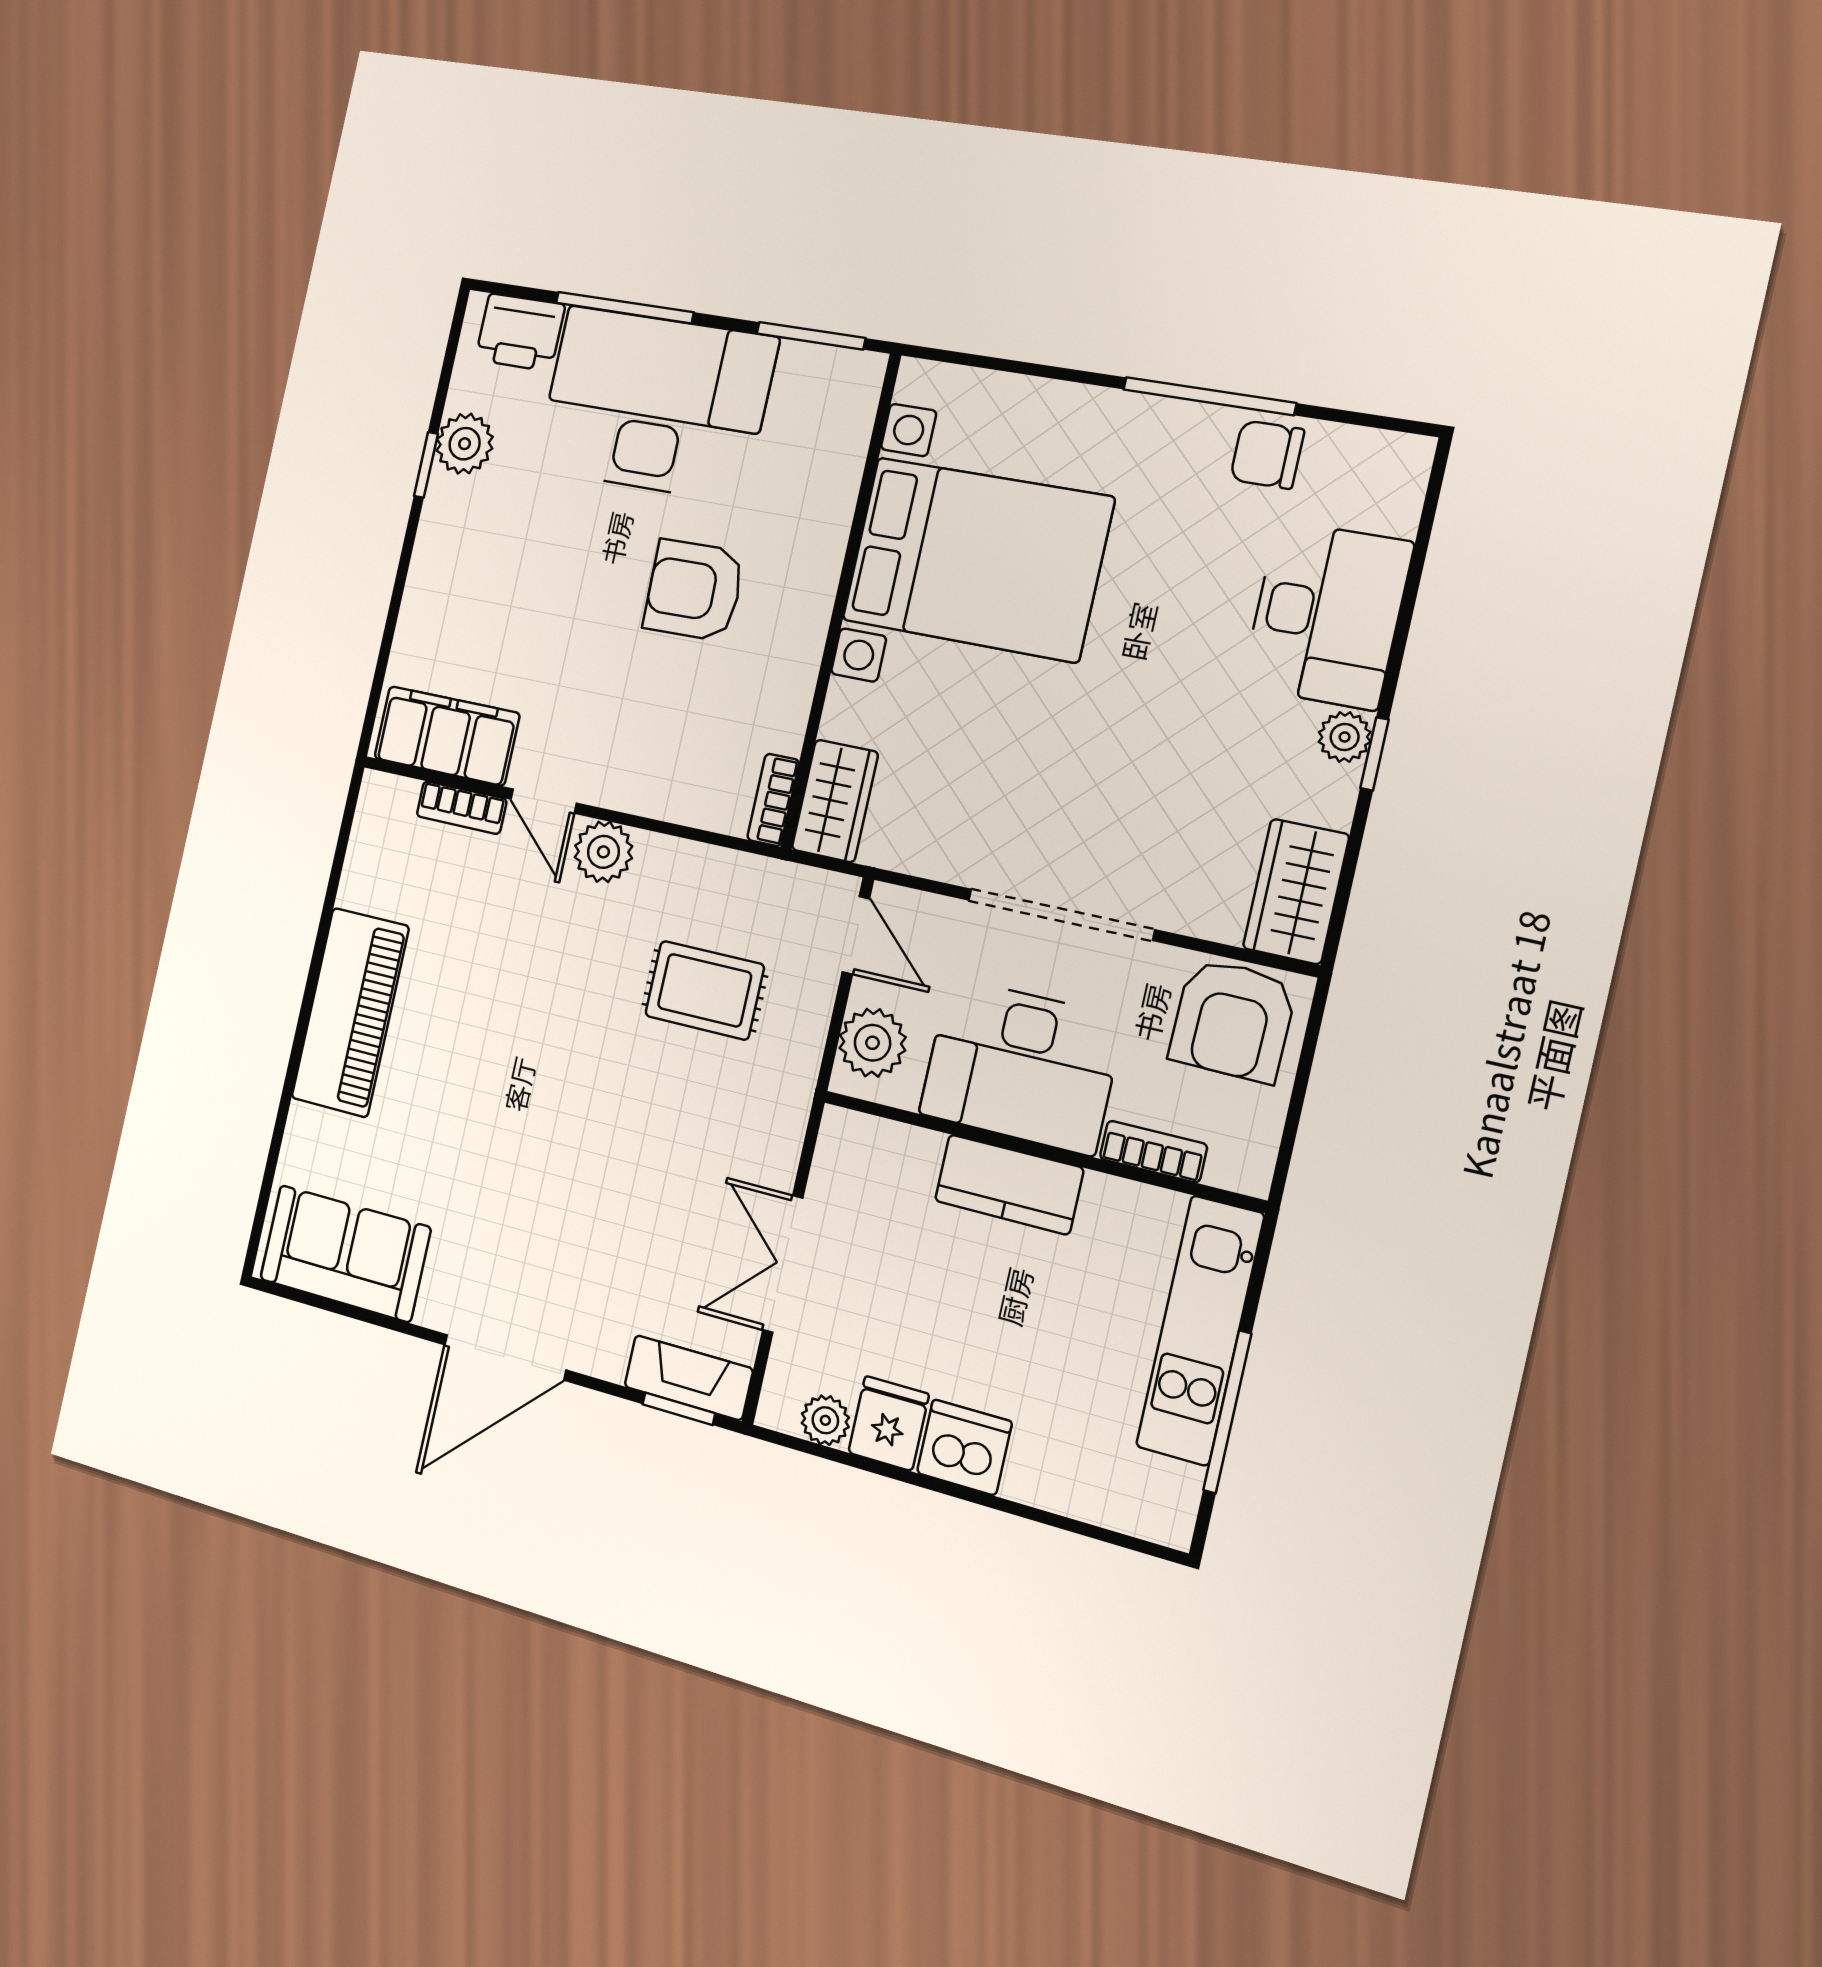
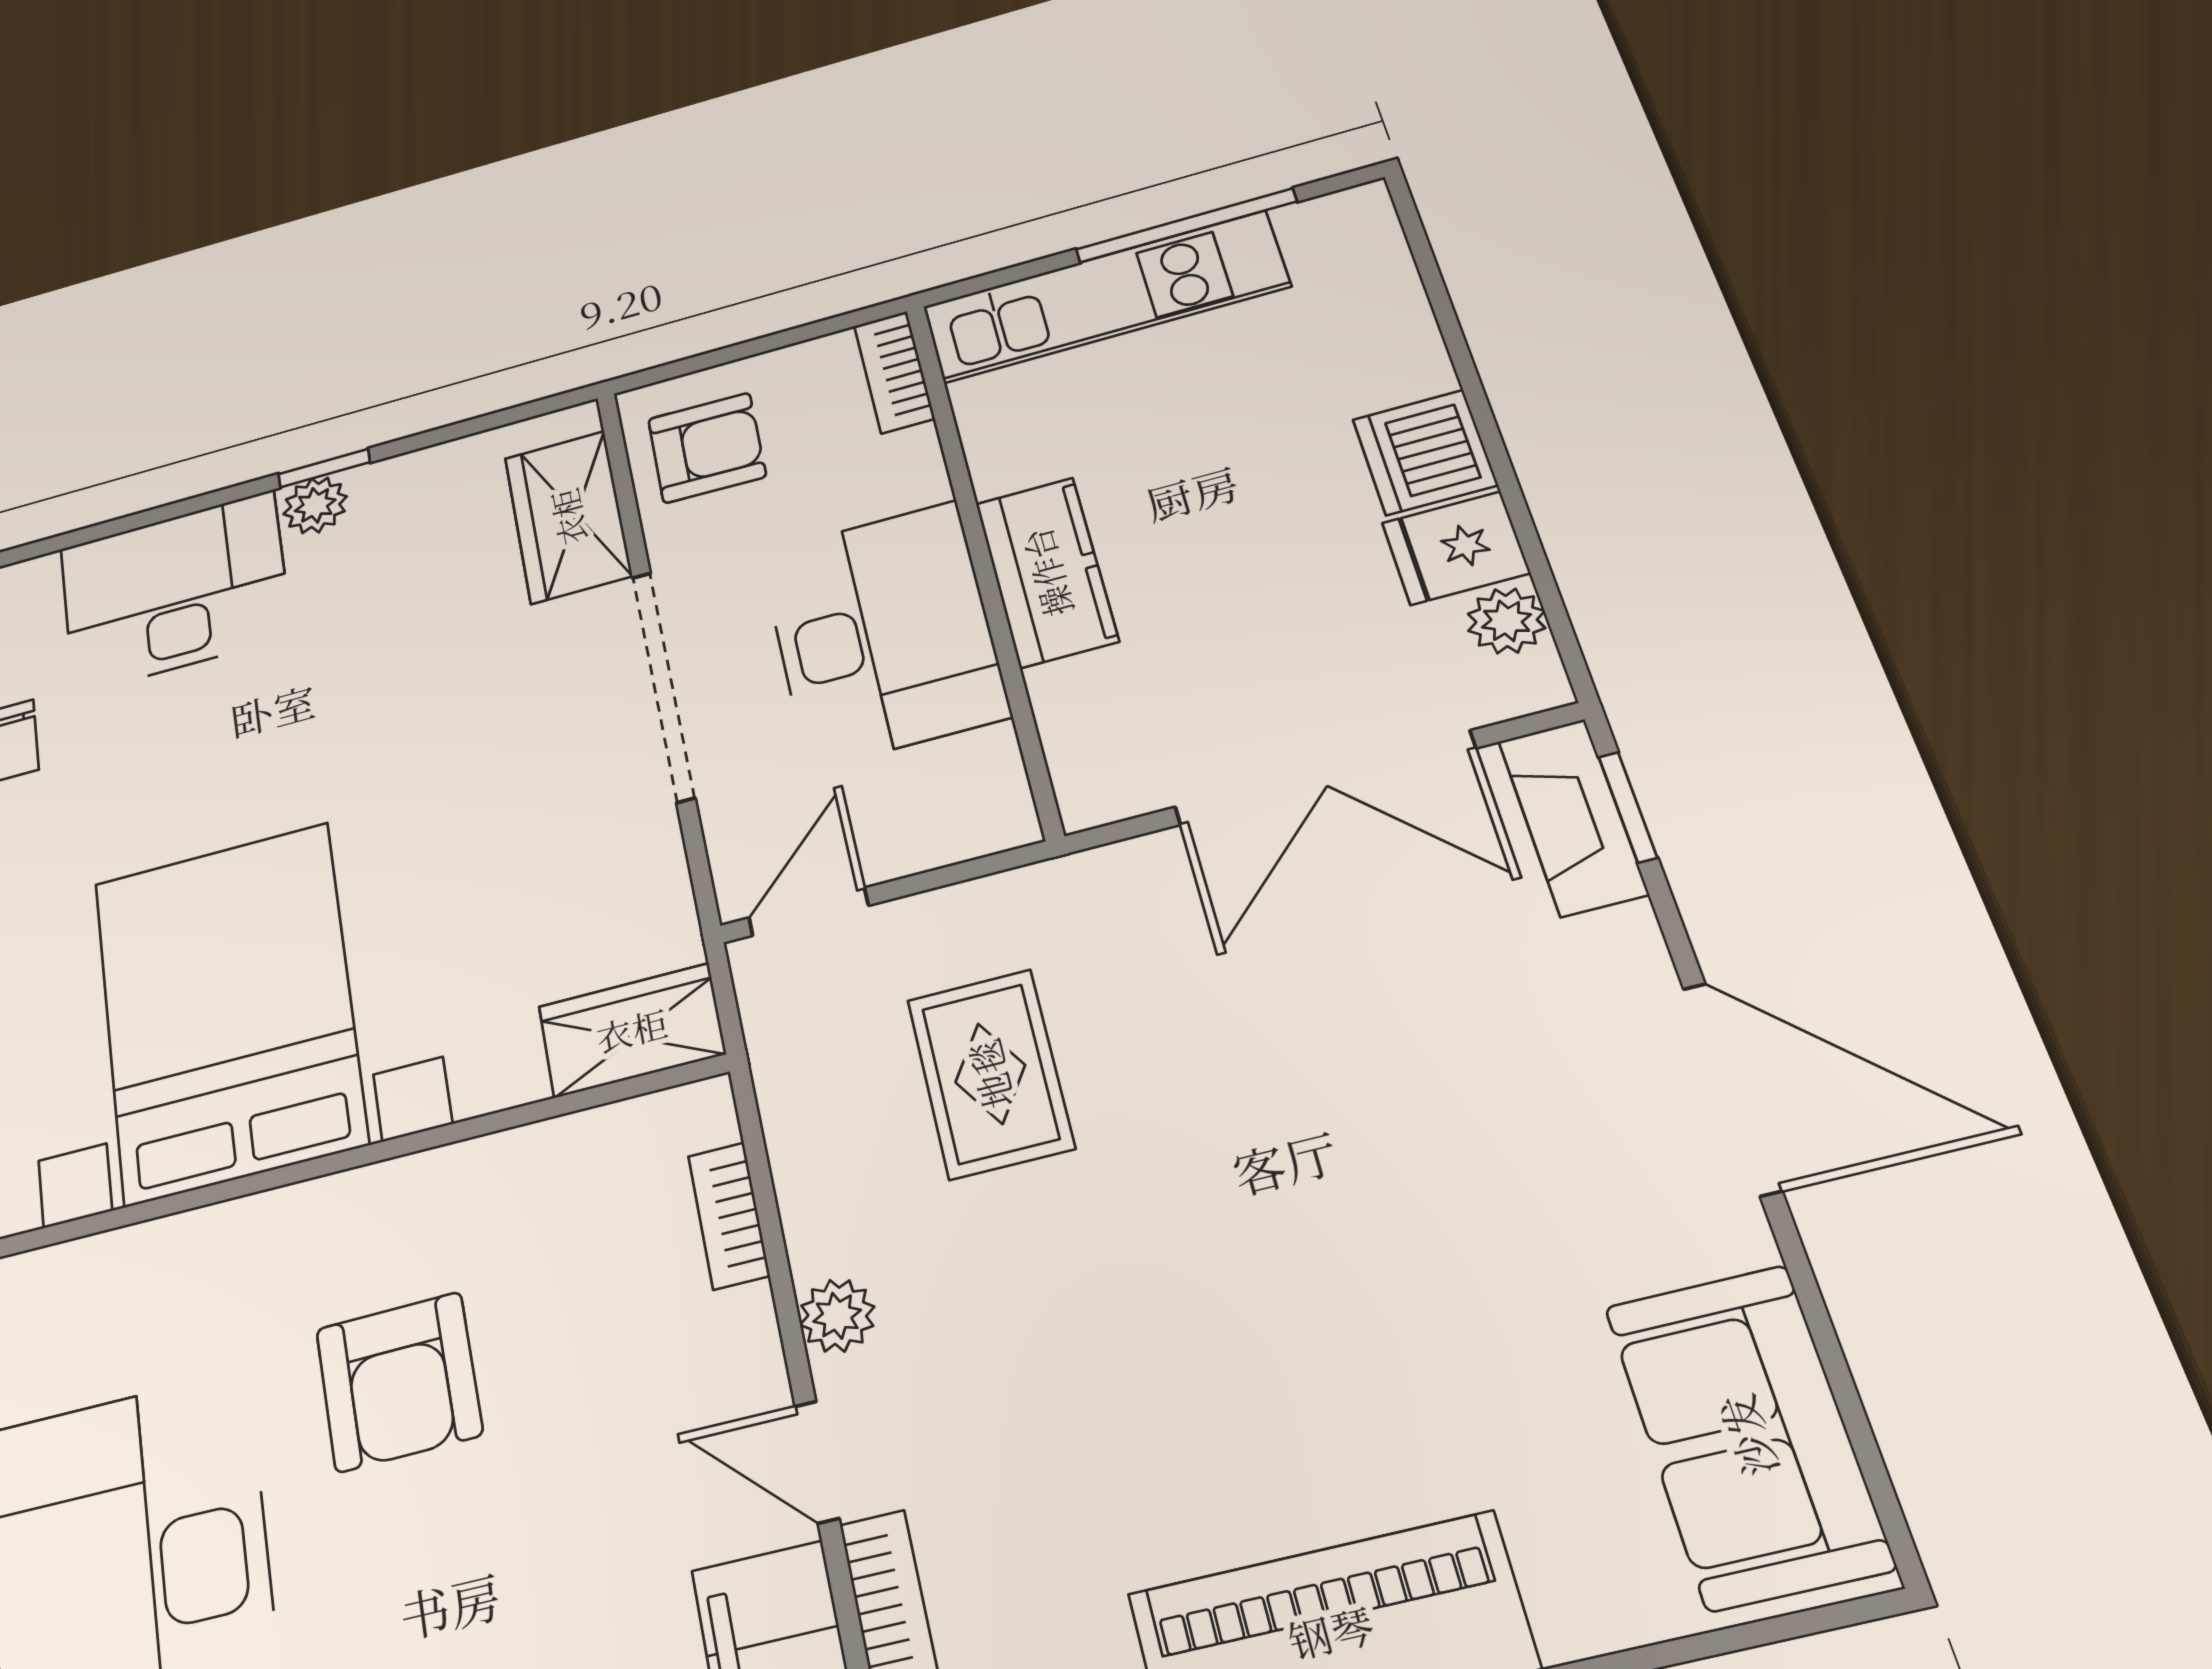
bookcase: (773, 800) -> (729, 1216), moved, turned 90
door: (544, 801) -> (817, 1462), swing flipped
plant: (603, 852) -> (837, 1316), width x0.73, depth x0.73
wardrobe: (1296, 891) -> (568, 517), moved, turned 90
armchair: (1233, 1020) -> (707, 448), width x0.72, depth x0.72
plant: (872, 1043) -> (947, 819), removed
bookcase: (1153, 1152) -> (894, 372), moved
double door: (783, 1264) -> (1325, 778), width x1.37

